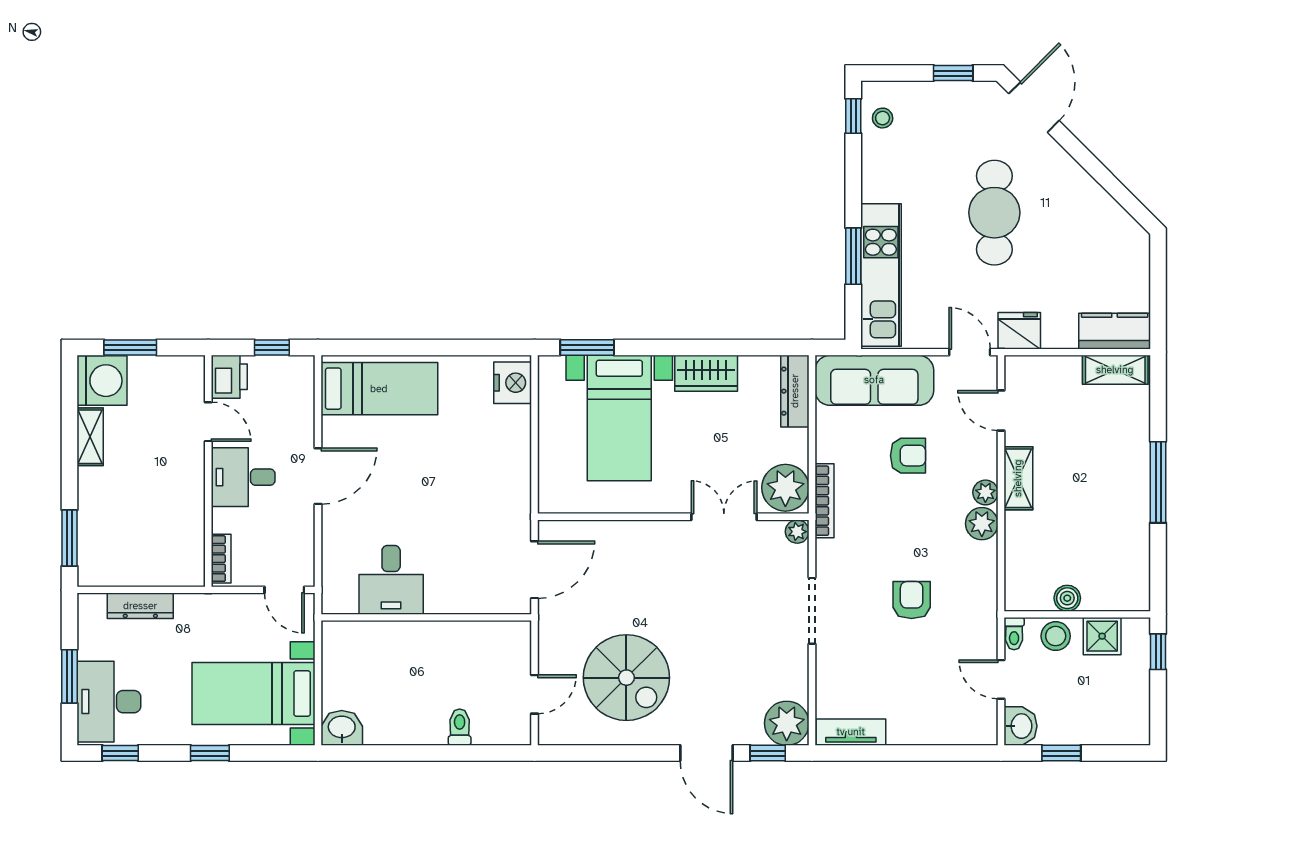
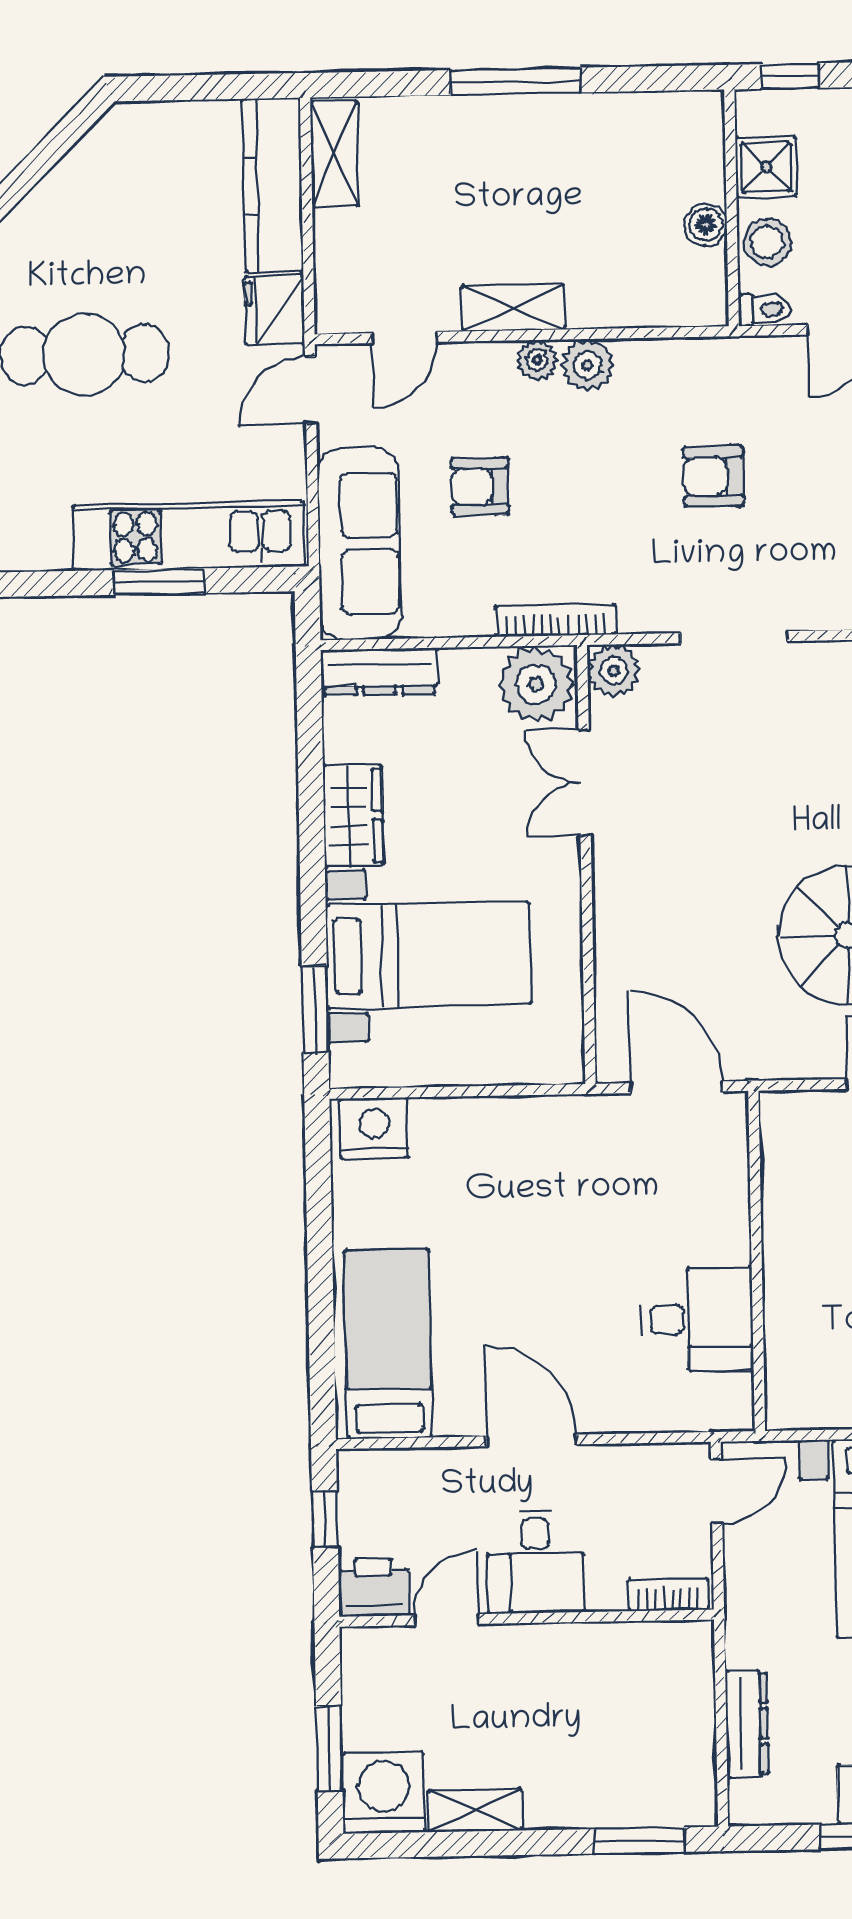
kitchen counter: (1115, 331) -> (273, 185), width x1.50
armchair: (908, 456) -> (480, 487), turned -90
plant: (797, 532) -> (614, 671), width x1.38, depth x1.38

